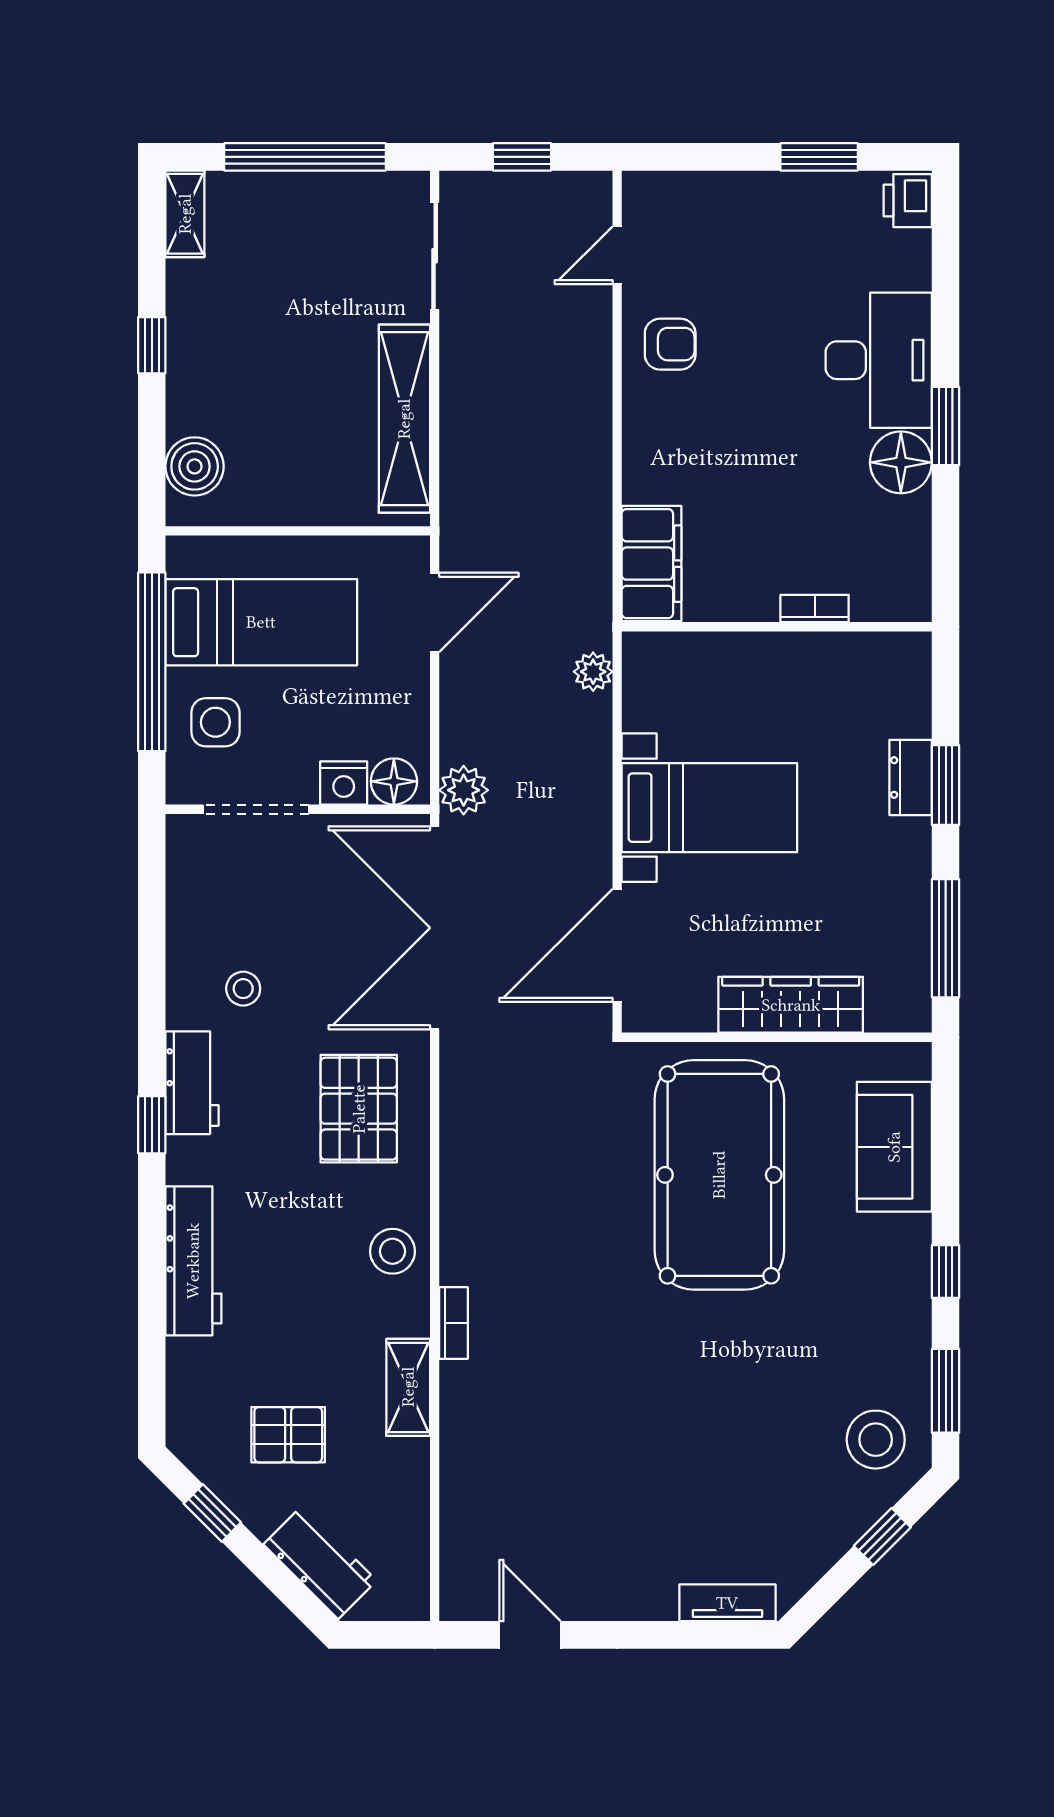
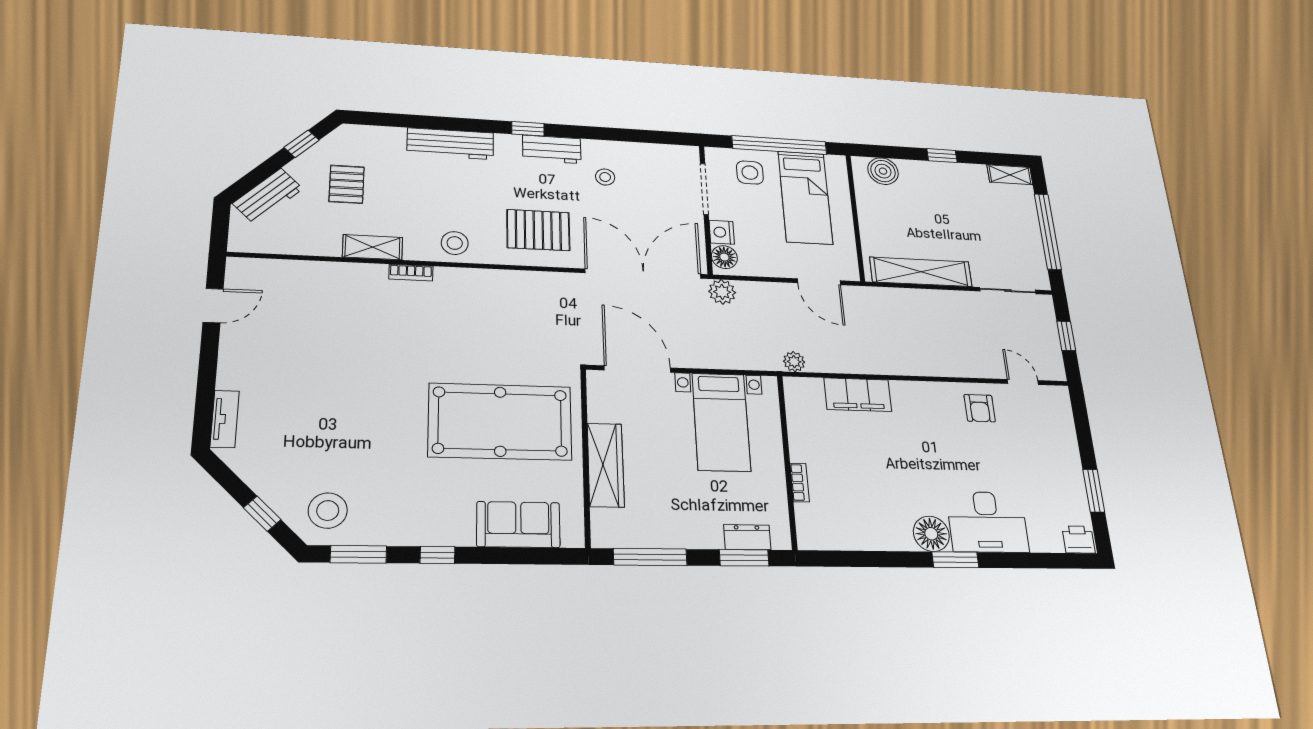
bookcase: (815, 608) -> (800, 482), moved
wall: (777, 627) -> (787, 461), moved

